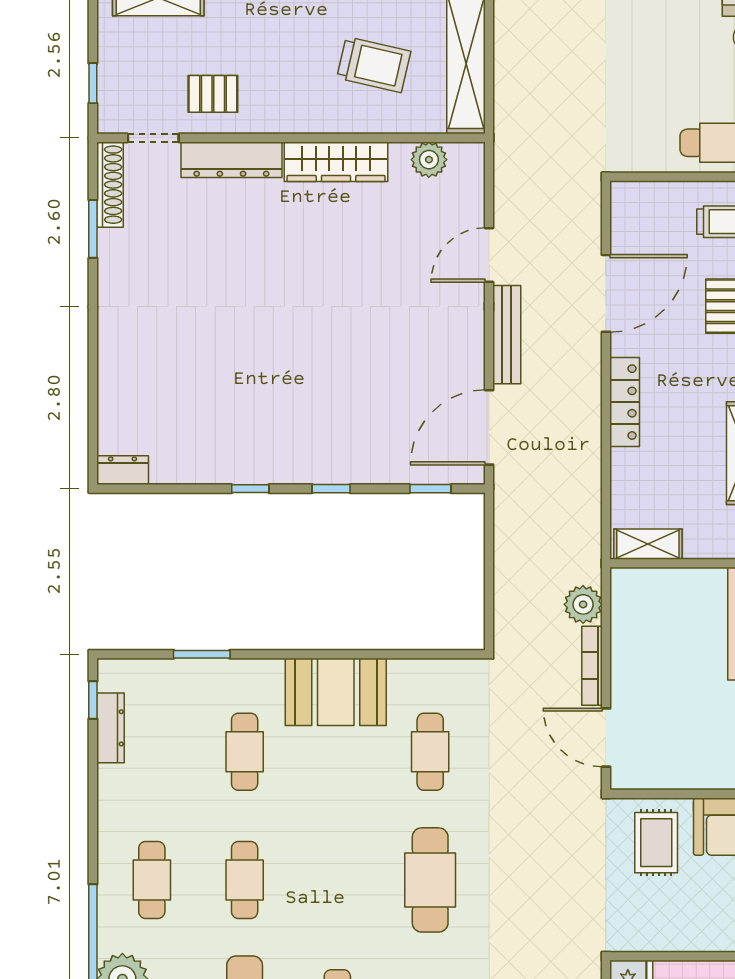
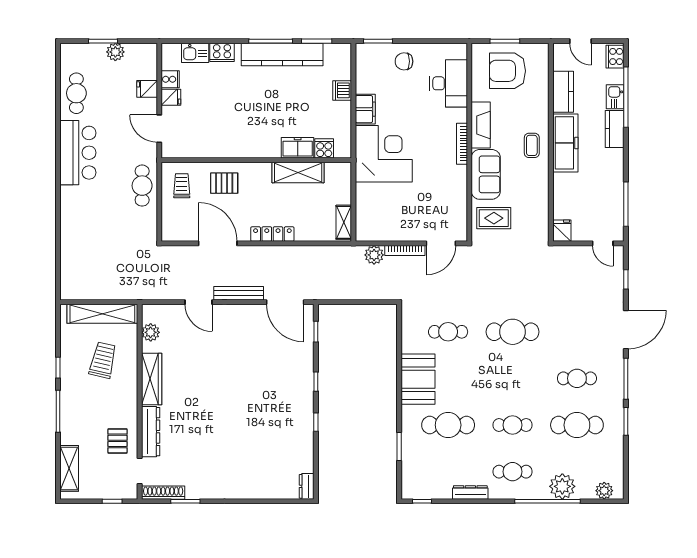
dresser: (110, 728) -> (470, 492), moved
cafe table: (245, 752) -> (448, 425), width x1.37, depth x1.35

